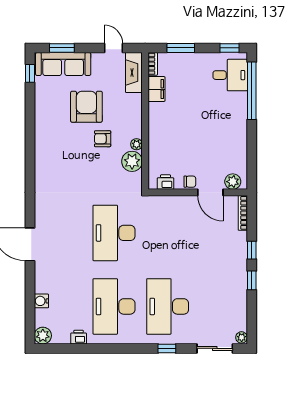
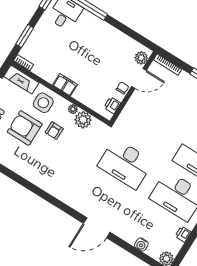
filing cabinet: (156, 89) -> (65, 85), moved
side table: (124, 110) -> (43, 103), added

